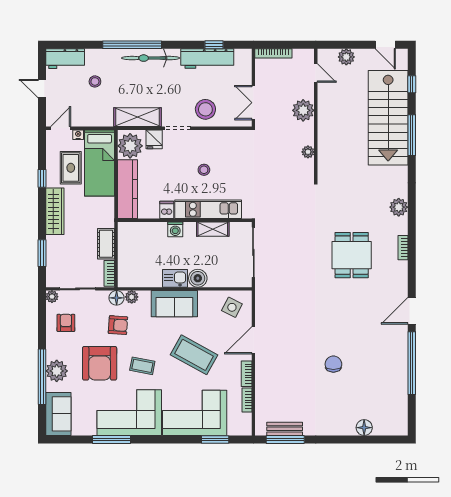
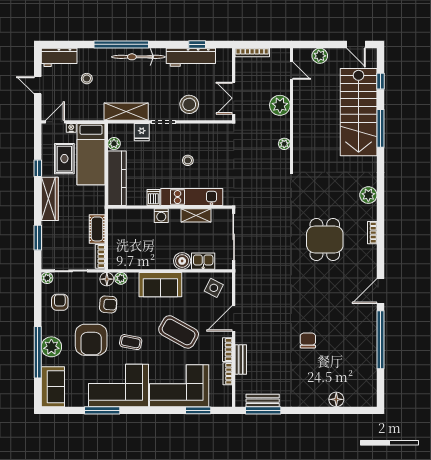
plant: (130, 146) -> (114, 144), width x0.53, depth x0.53
kitchen sink: (175, 278) -> (203, 261), moved
bench: (261, 385) -> (241, 360), added

